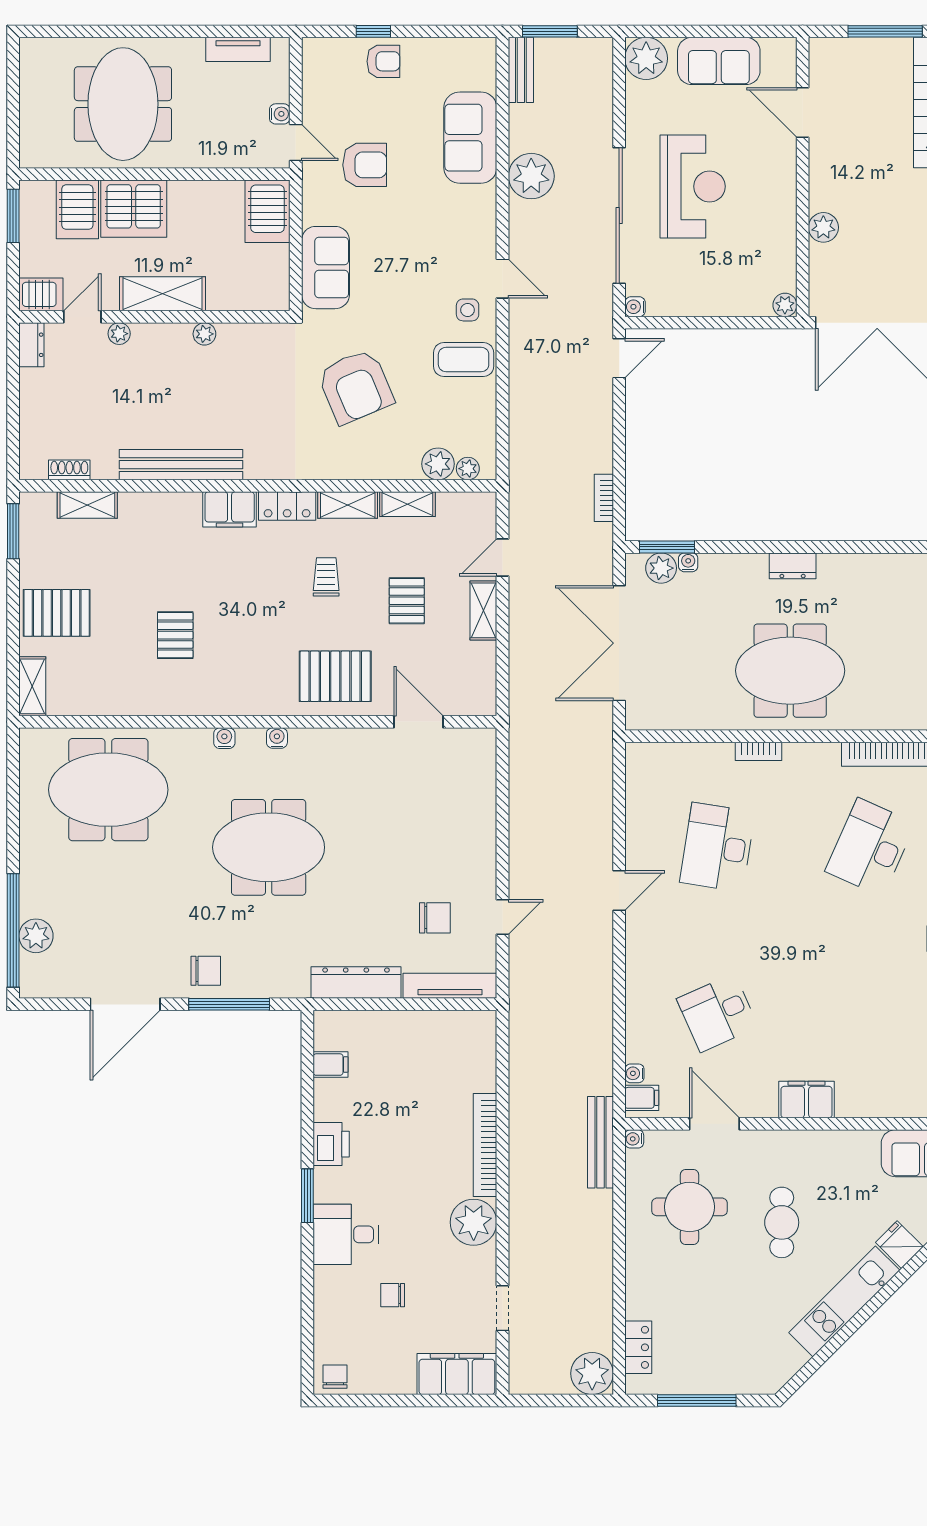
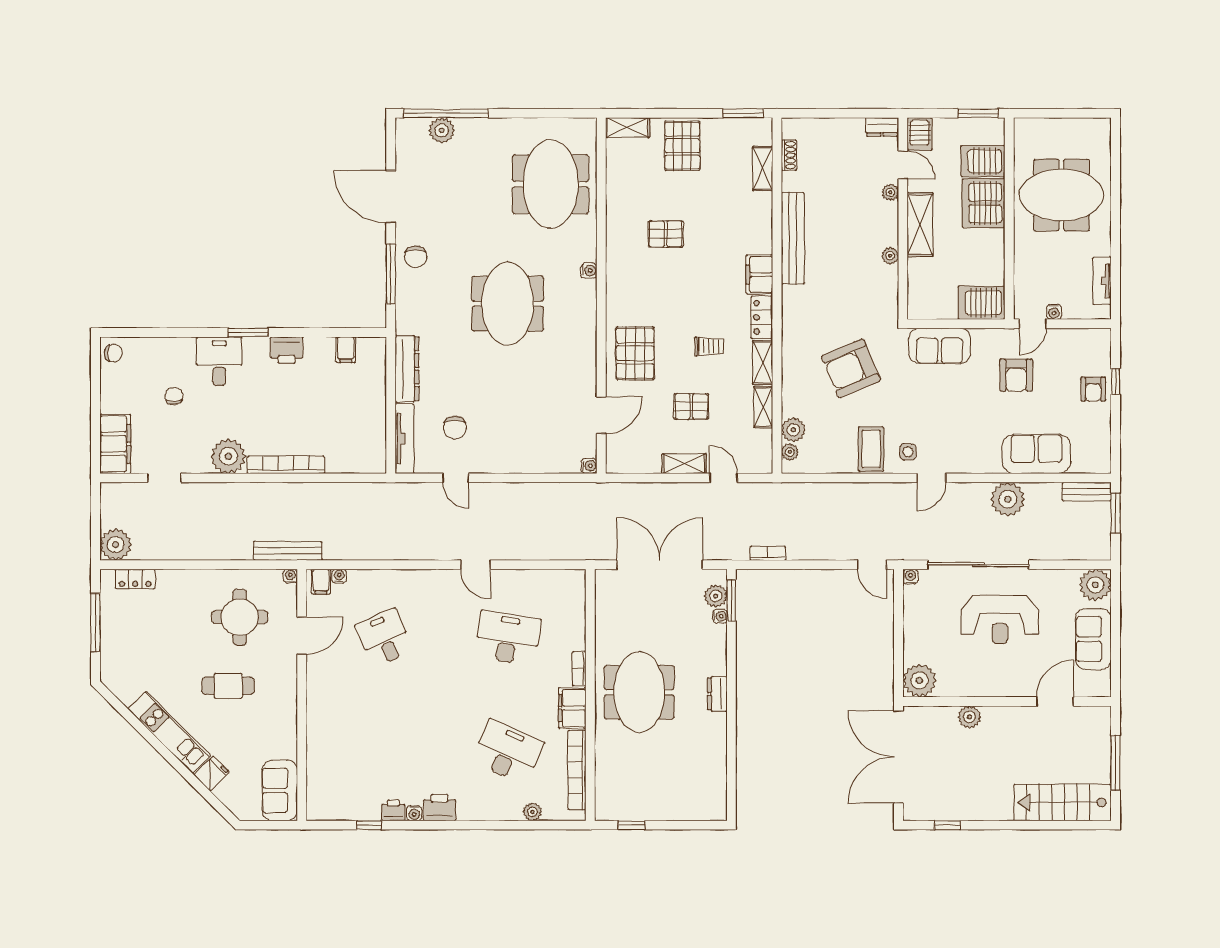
plant: (785, 305) -> (919, 681), width x1.87, depth x1.87
water cooler: (277, 738) -> (589, 466), moved
filing cabinet: (807, 1099) -> (572, 708), moved, turned 180

